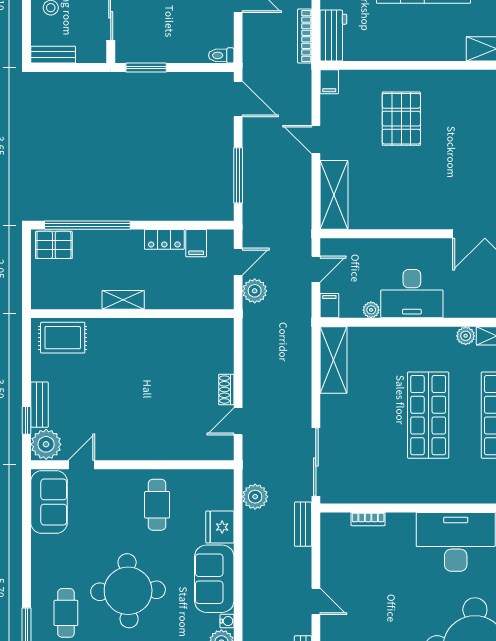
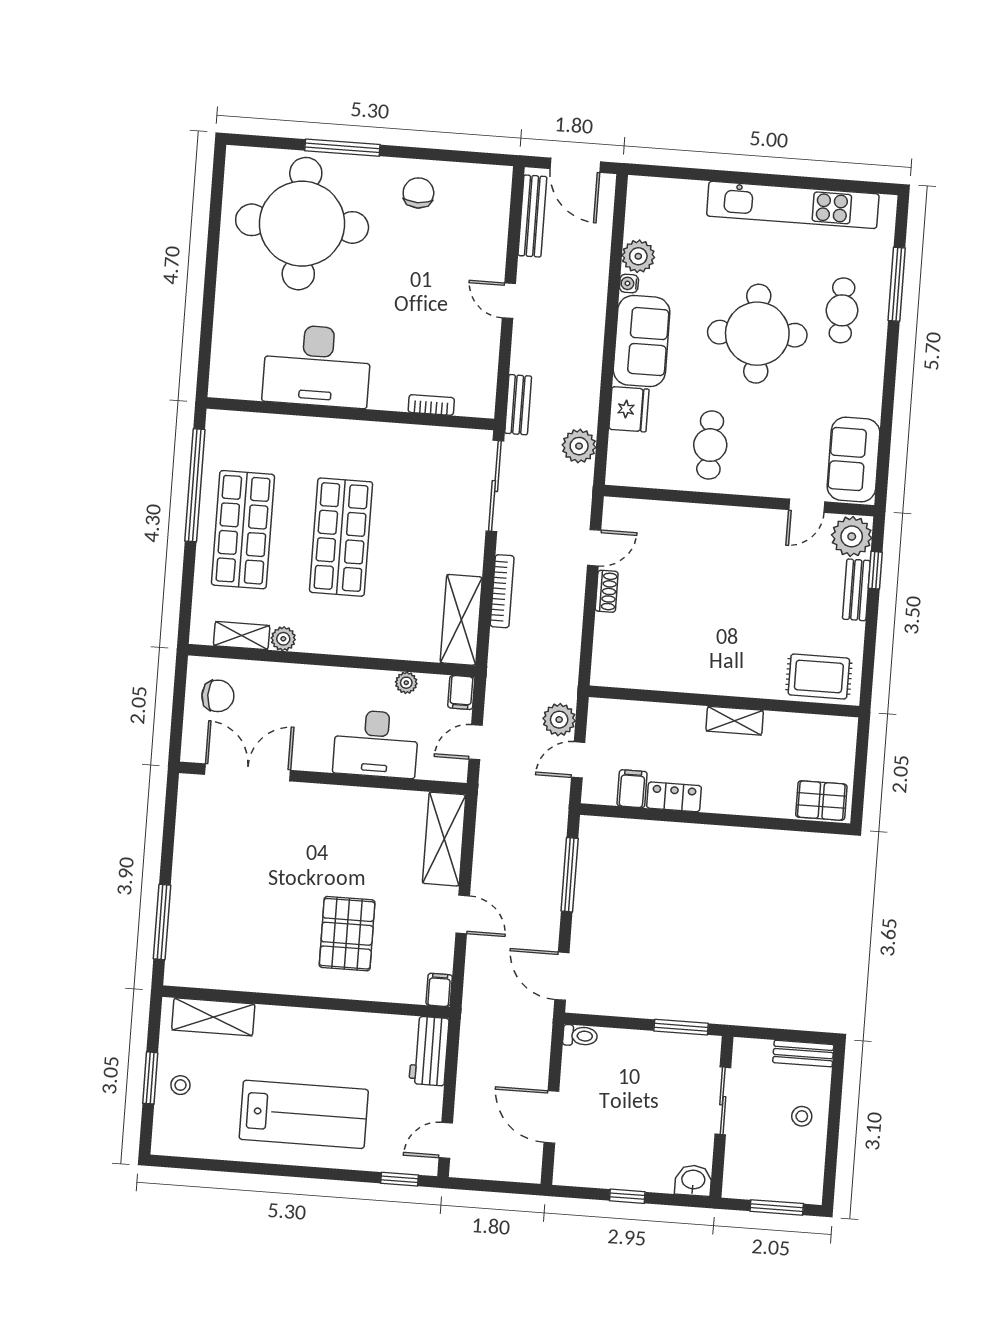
bookcase: (305, 36) -> (502, 591), moved
window: (87, 225) -> (775, 824), removed
desk: (412, 294) -> (376, 744), moved, turned 180

